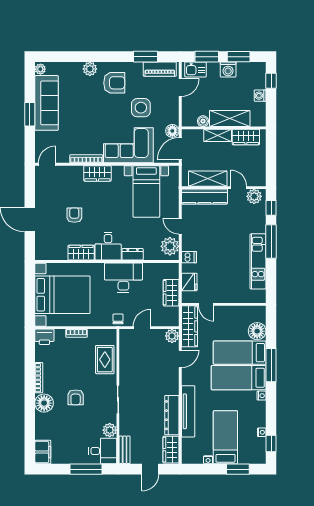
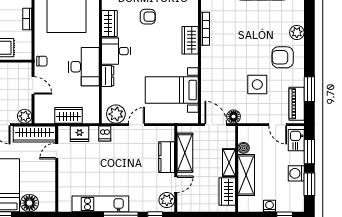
armchair: (114, 83) -> (283, 57), turned 90
corner sofa: (128, 145) -> (219, 72), removed
kitchen counter: (204, 197) -> (167, 157), width x0.67

